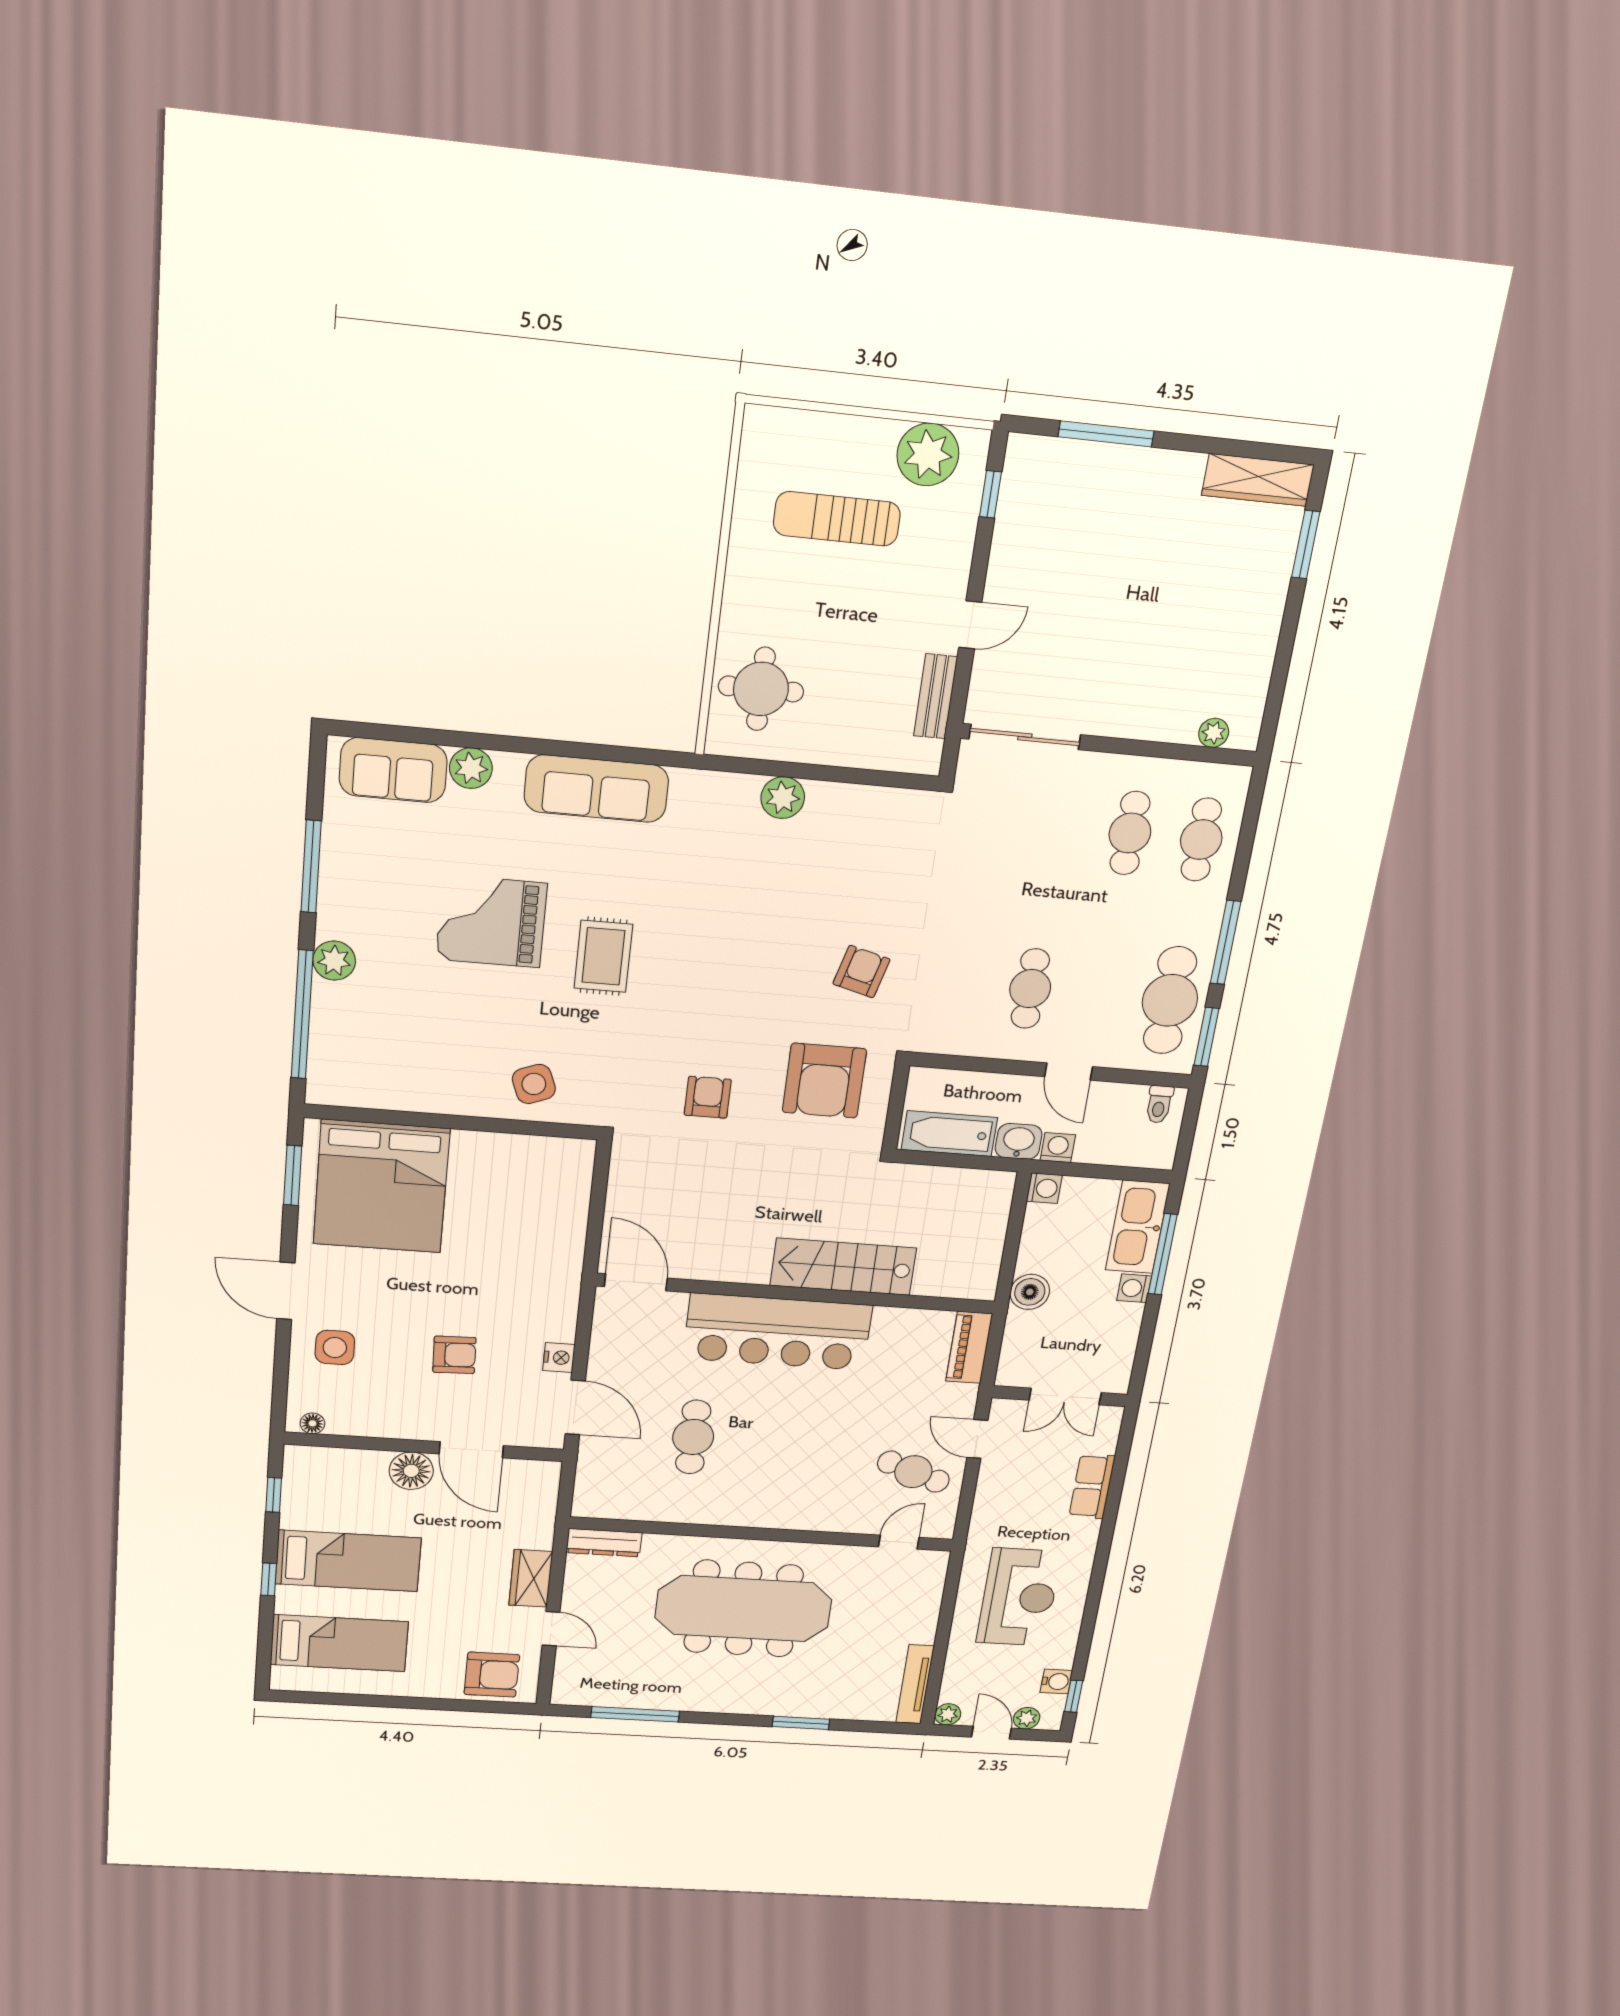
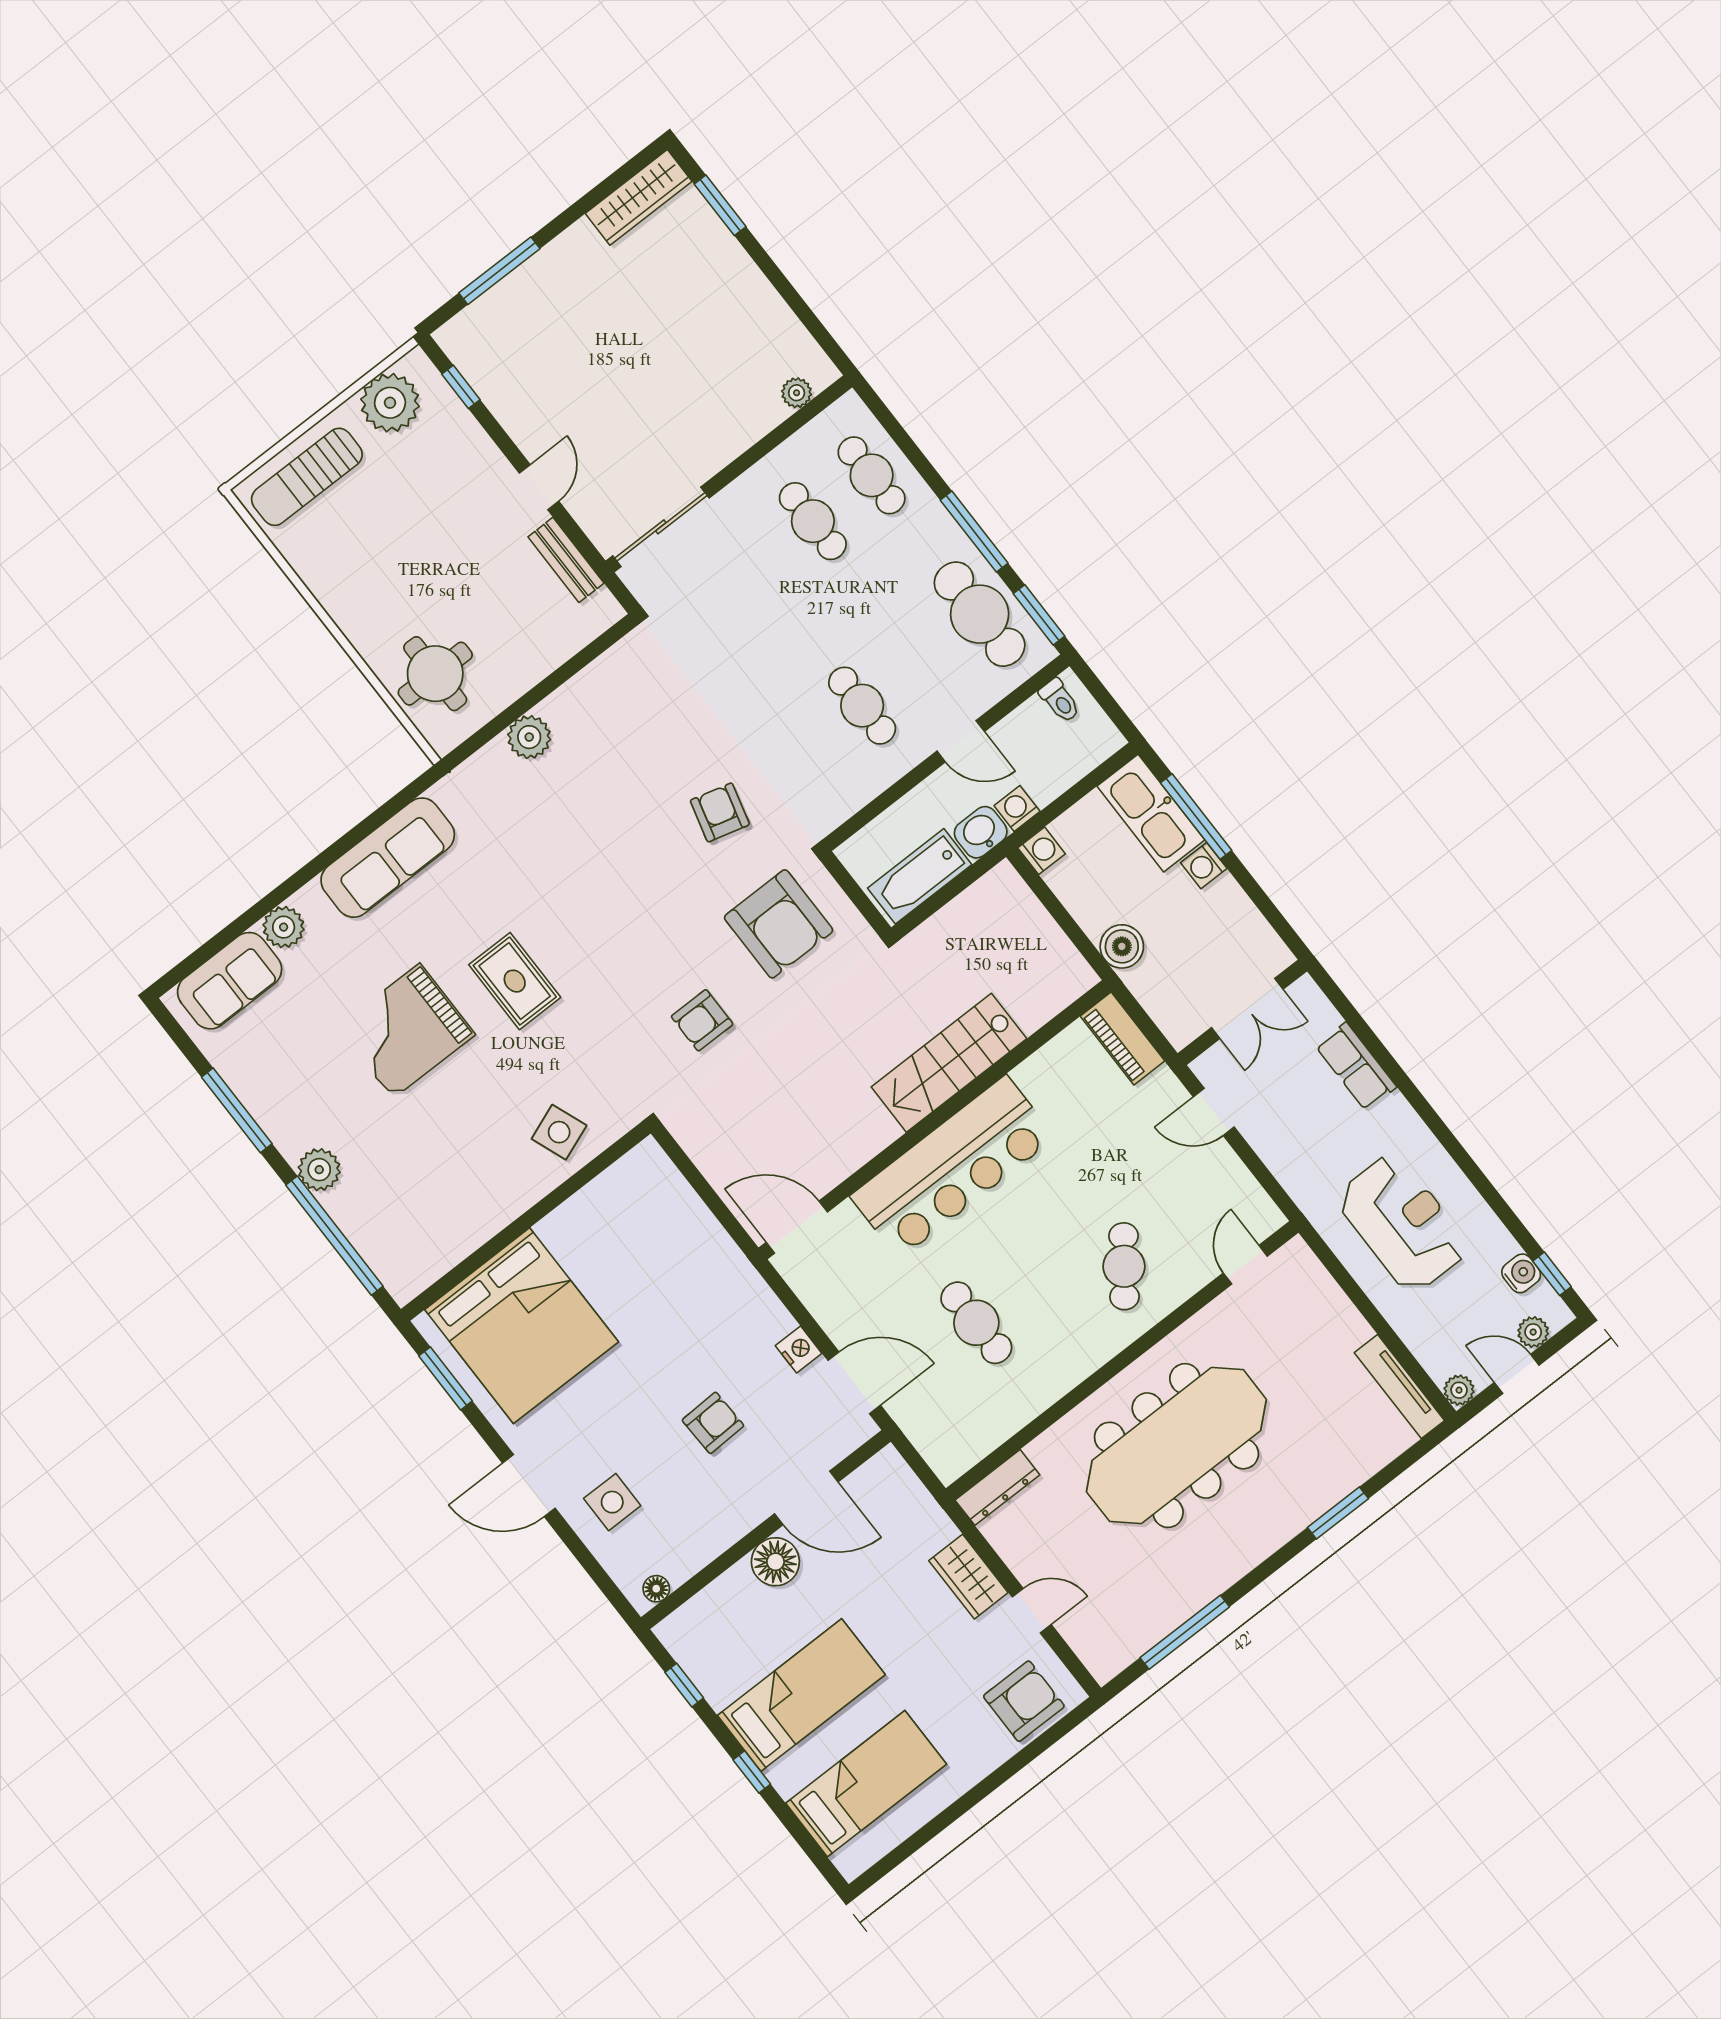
sun lounger: (837, 519) -> (307, 477), moved
armchair: (708, 1097) -> (702, 1020), turned -90
cafe table: (913, 1472) -> (1124, 1266), moved, turned -73

